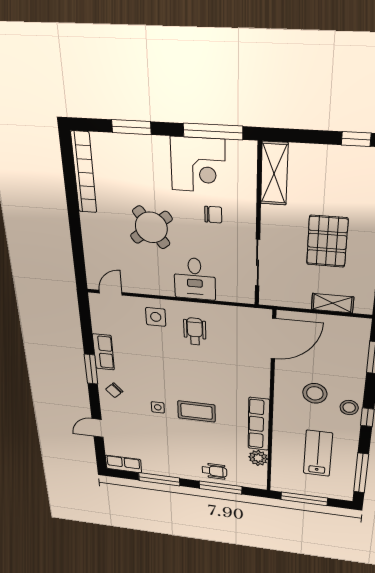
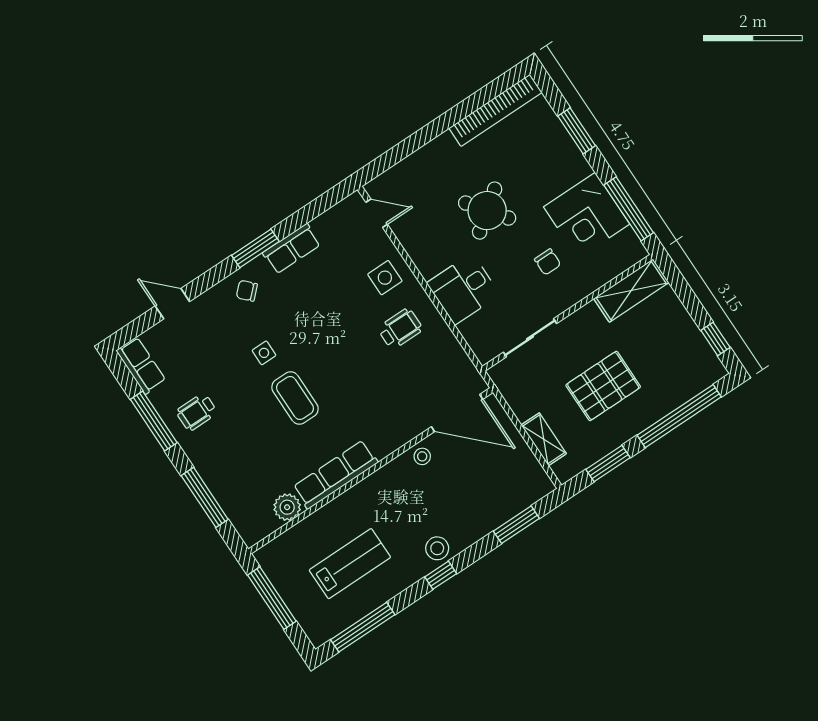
stool: (315, 393) -> (422, 456), moved, width x0.53, depth x0.53
wheelchair: (214, 471) -> (197, 412), moved, turned 90

